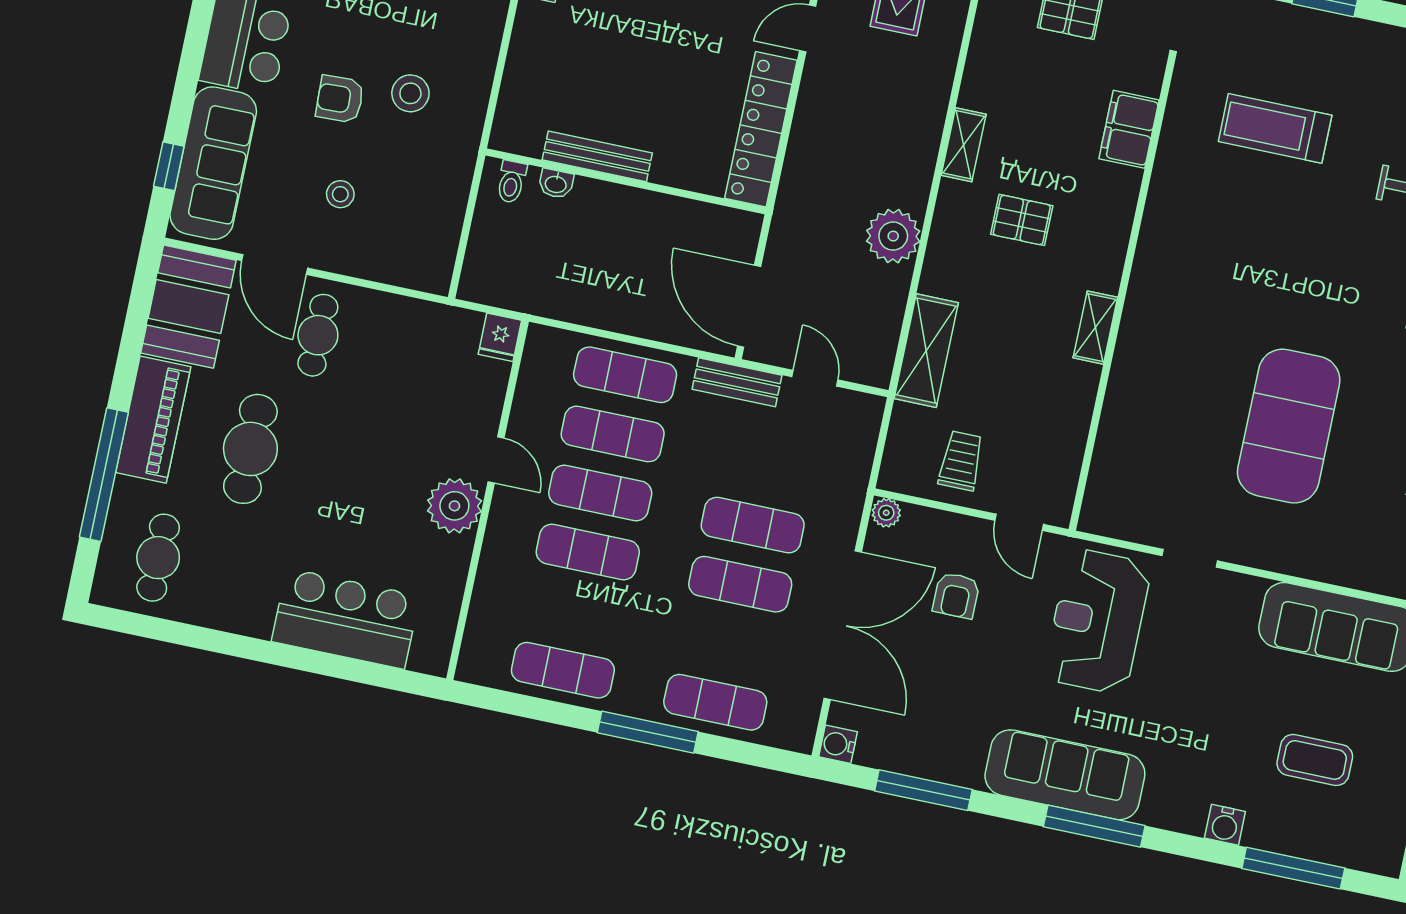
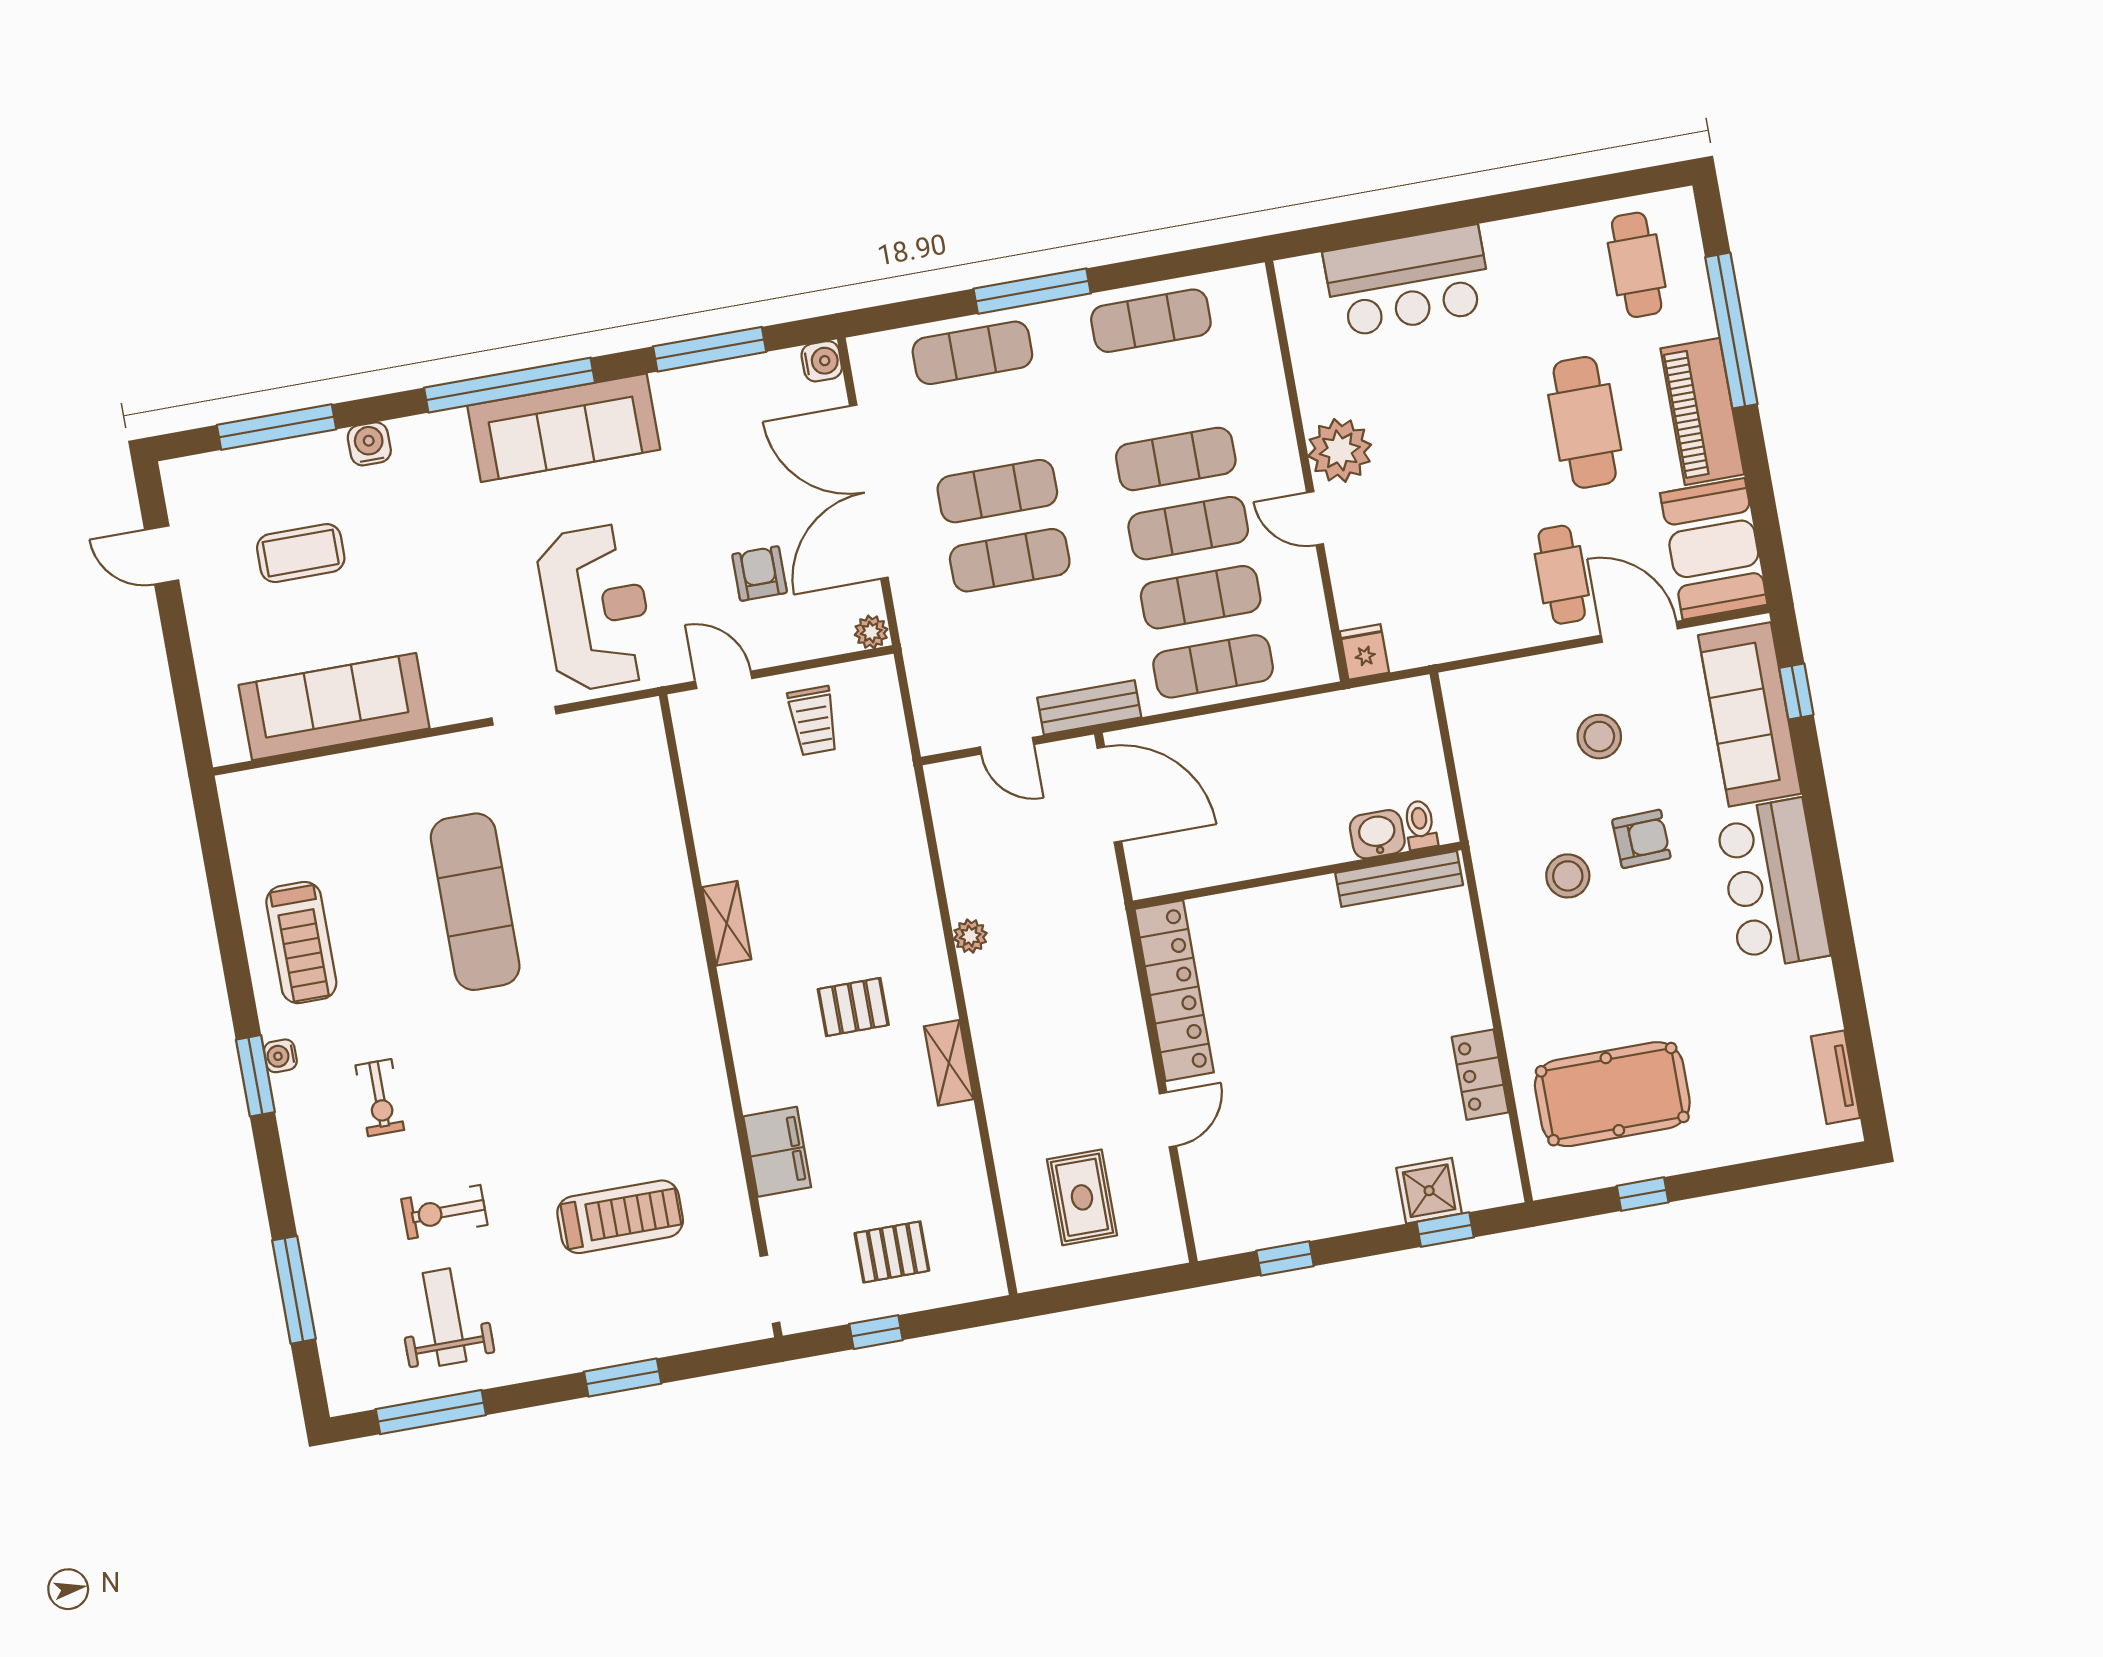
bench: (597, 156) -> (1399, 879), moved
washbasin: (556, 184) -> (1377, 834), width x1.38, depth x1.45
stool: (340, 194) -> (1599, 737), width x1.37, depth x1.37
plant: (893, 236) -> (970, 936), width x0.53, depth x0.53
shelving: (926, 351) -> (899, 824), removed
exercise mat: (1289, 426) -> (475, 902), width x0.68
window: (1094, 826) -> (510, 385), width x1.46

